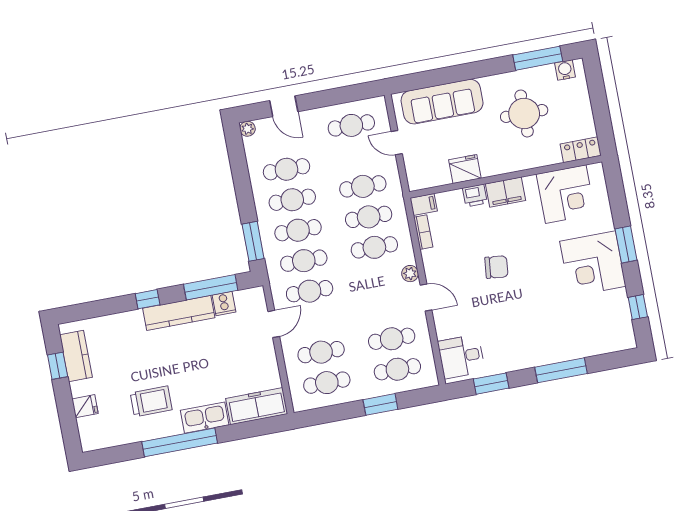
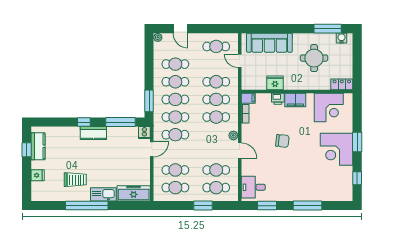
cooker: (224, 303) -> (144, 133), moved
kitchen counter: (179, 313) -> (93, 133), width x0.67

